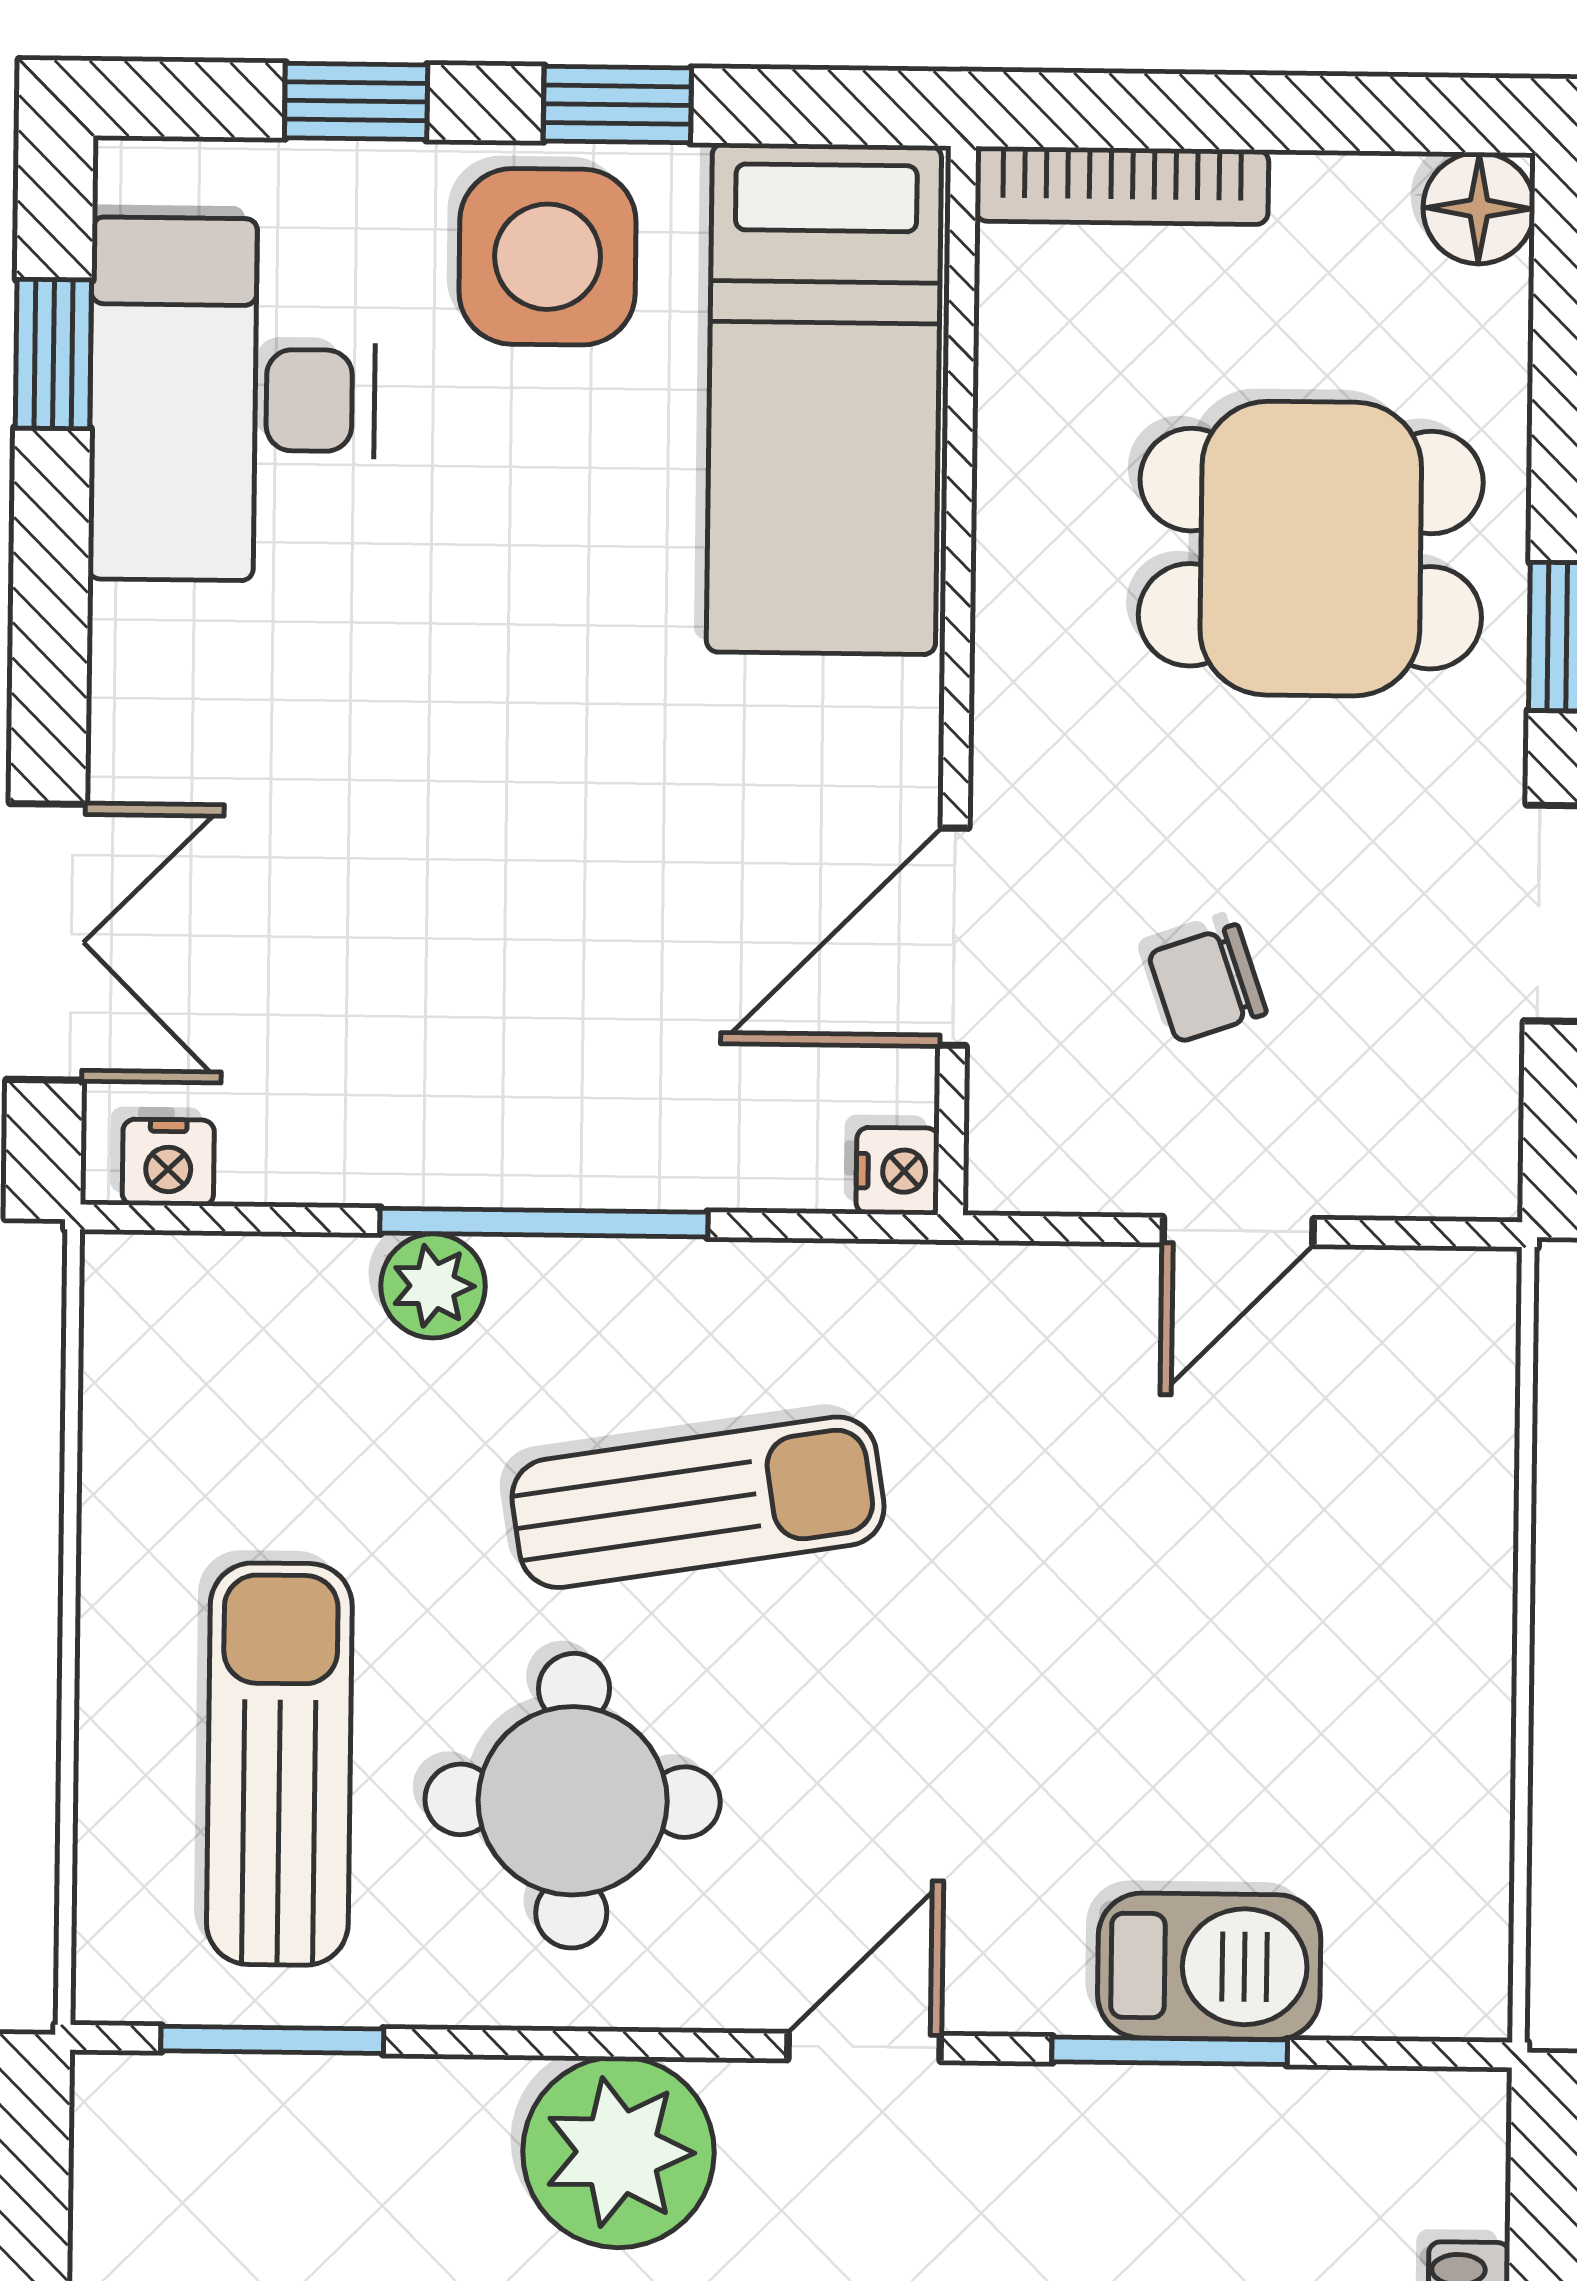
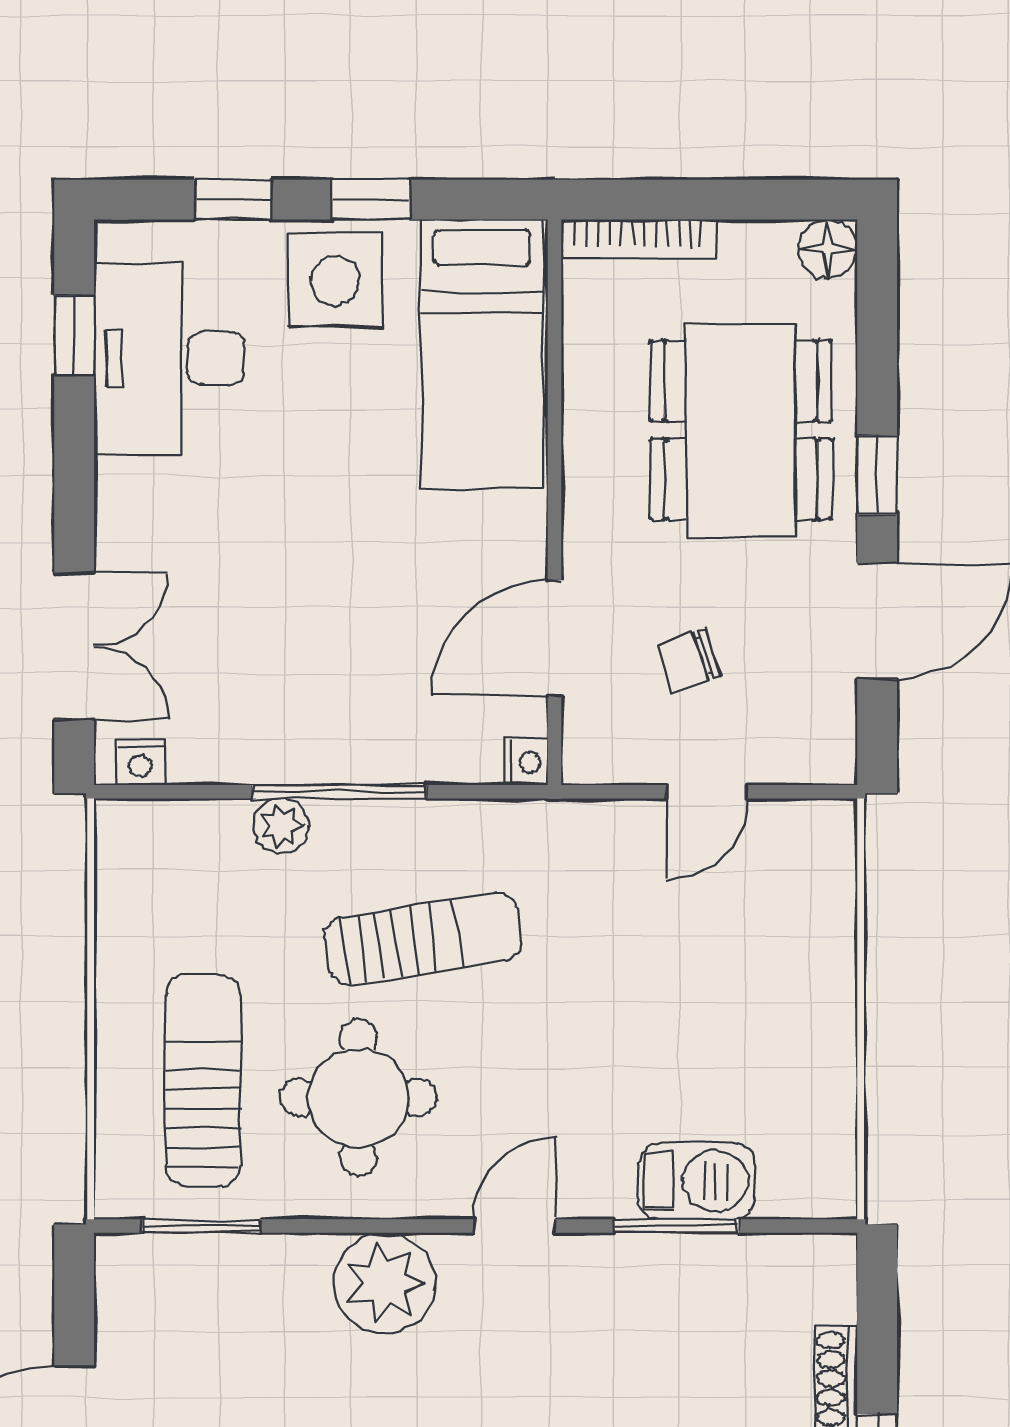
dining table: (1311, 549) -> (741, 430), width x1.37

